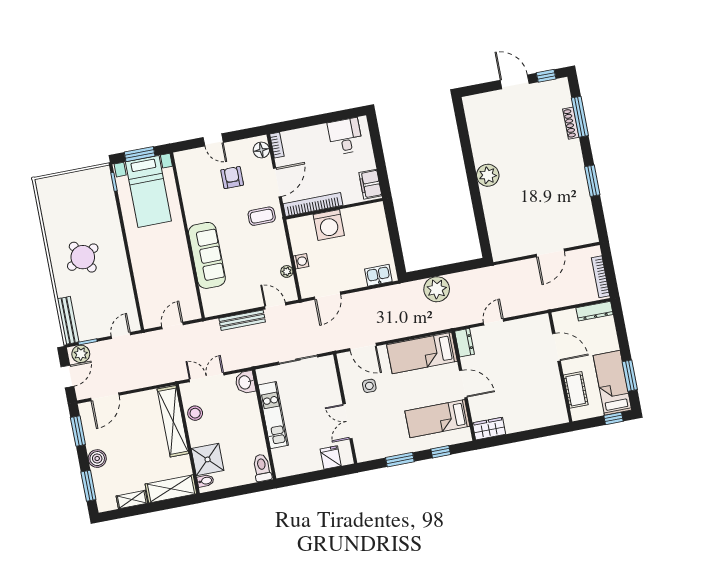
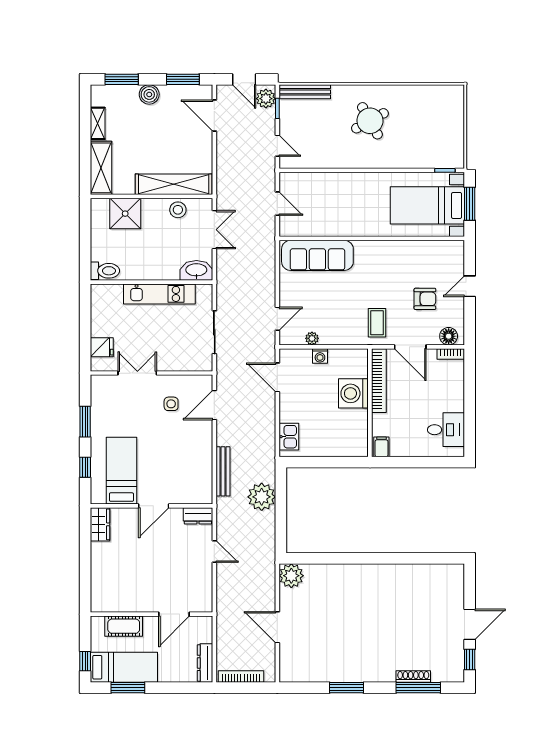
plant: (488, 175) -> (291, 576), moved
filing cabinet: (370, 184) -> (381, 447), width x0.50
sofa: (207, 255) -> (317, 255), moved
bench: (242, 320) -> (223, 471), moved
bed: (422, 353) -> (196, 468), removed
washbasin: (245, 382) -> (196, 270), width x1.38
bidet: (205, 481) -> (103, 207), removed

